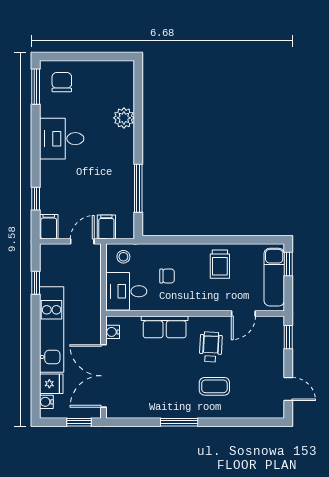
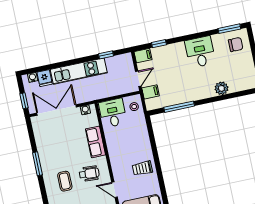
door: (82, 241) -> (138, 79), hinge flipped
chair: (167, 276) -> (128, 137), removed

